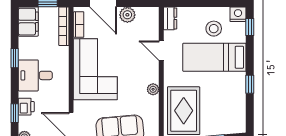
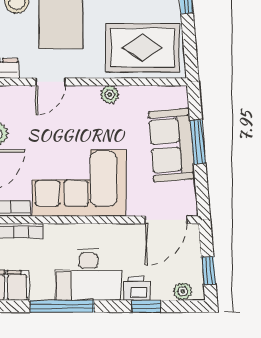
window: (15, 58) -> (62, 306), width x2.17
desk: (35, 75) -> (88, 275), width x1.37

